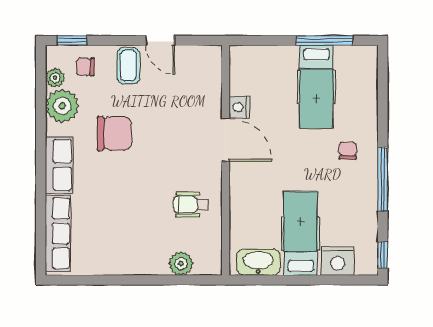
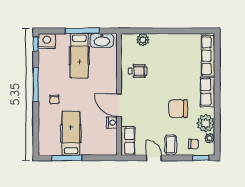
row of seats: (209, 73) -> (128, 141), added
nightstand: (338, 261) -> (47, 41), moved
window: (295, 280) -> (82, 31), added

